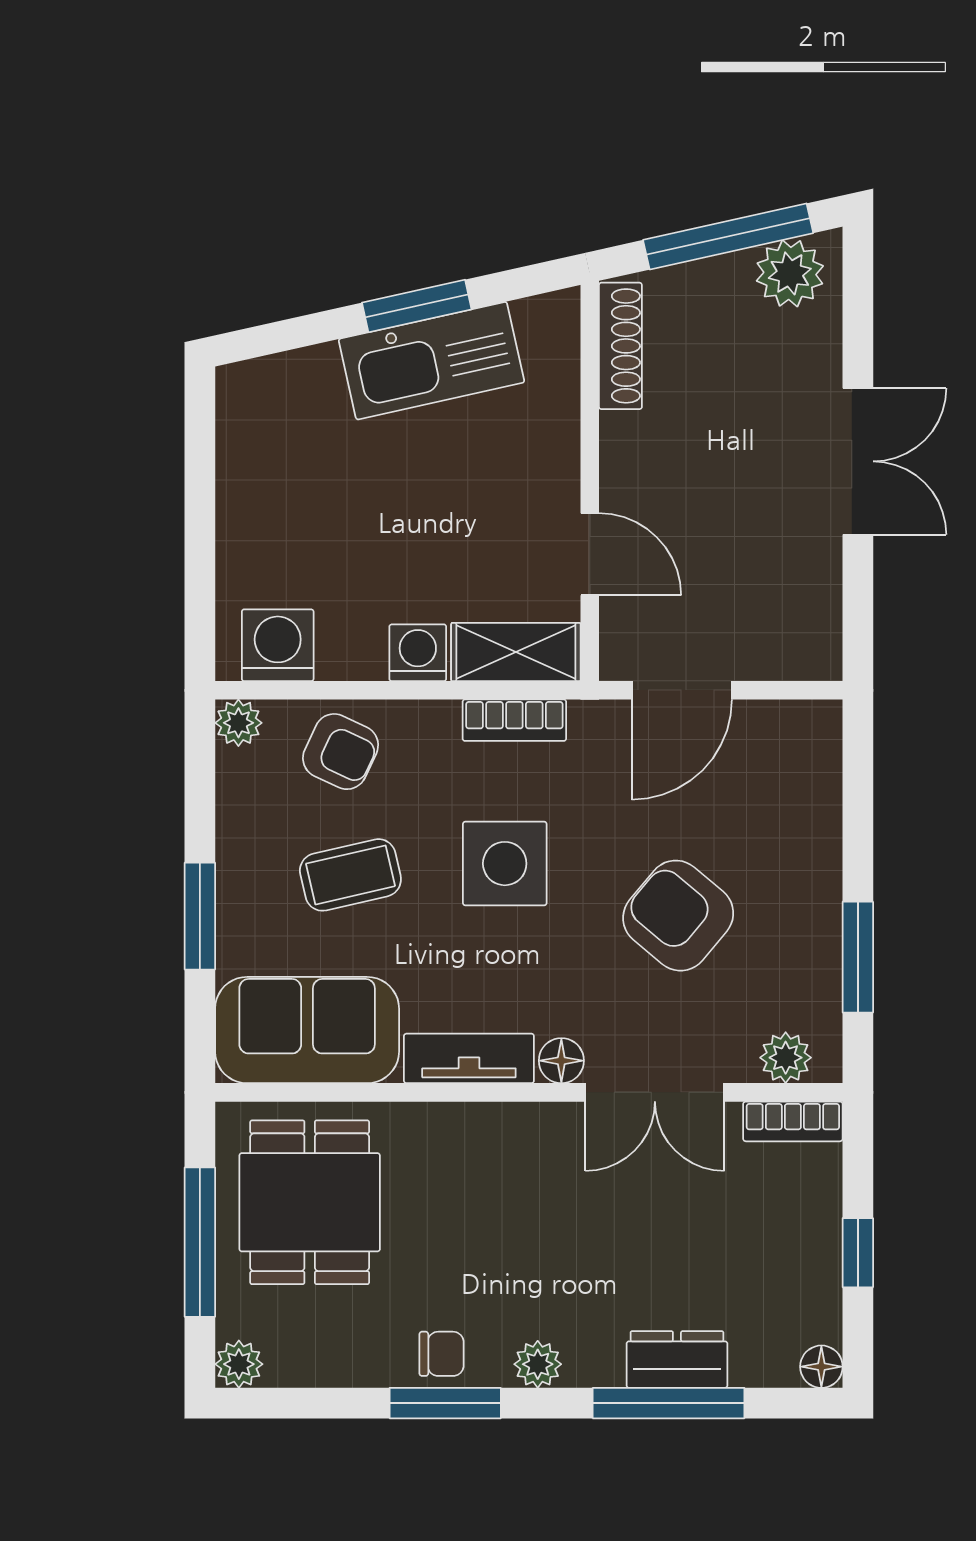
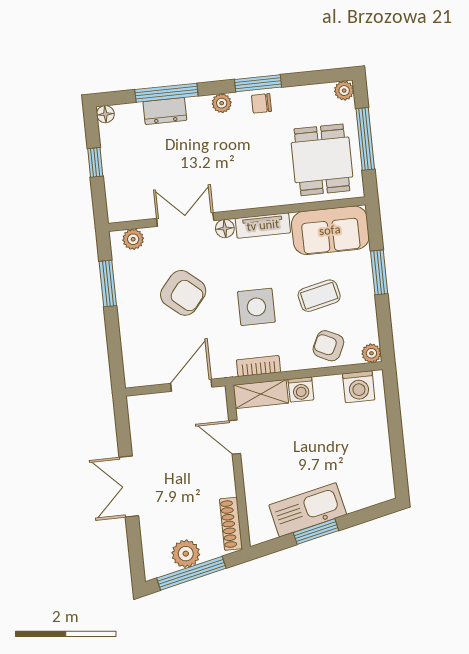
plant: (790, 273) -> (186, 554), moved
bookcase: (793, 1121) -> (127, 213), removed

